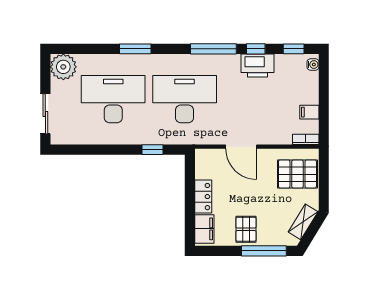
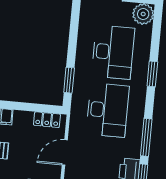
window: (152, 150) -> (69, 80), width x1.50
locker: (203, 197) -> (47, 120), moved

